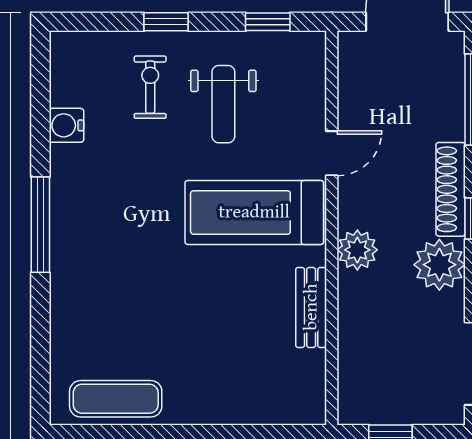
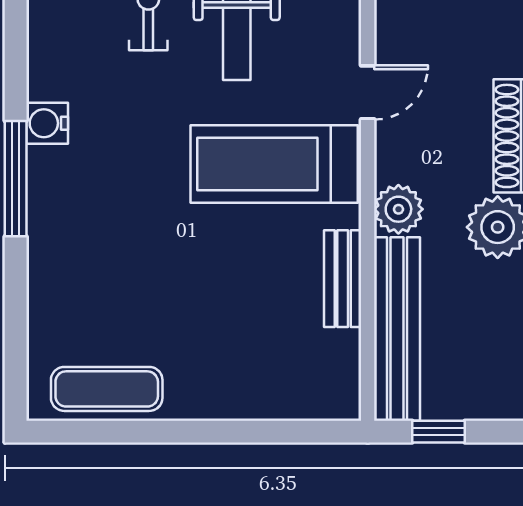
water cooler: (66, 125) -> (47, 123), moved
bench: (356, 349) -> (397, 329), added

